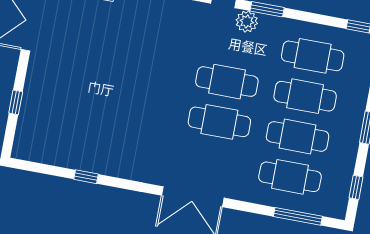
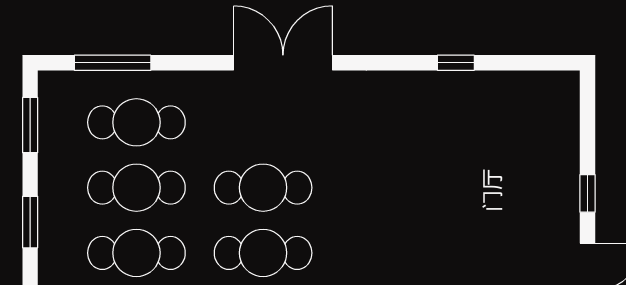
window: (16, 102) -> (588, 193), moved
window: (356, 187) -> (30, 125), width x1.50

